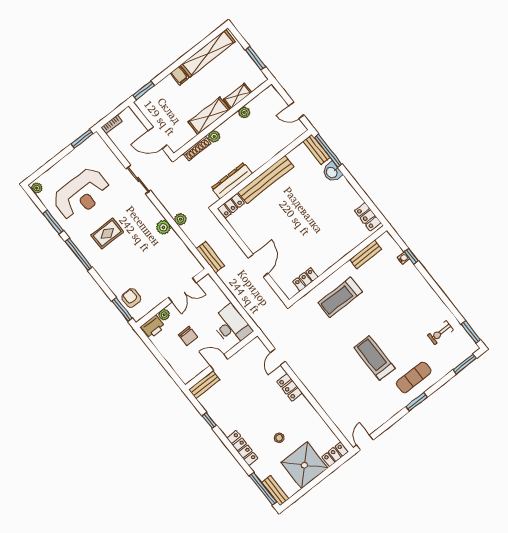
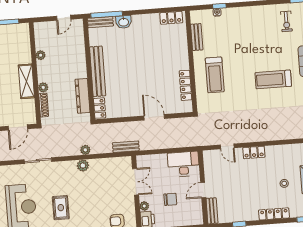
shelving: (238, 96) -> (26, 52), removed
locker: (305, 279) -> (185, 85), width x1.53

